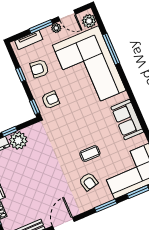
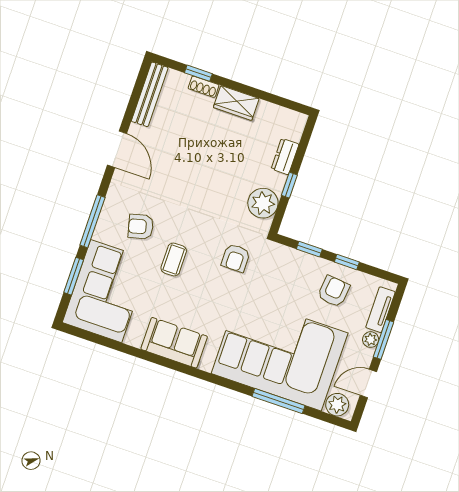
plant: (56, 28) -> (371, 340), moved
armchair: (51, 100) -> (236, 258), moved
window: (35, 107) -> (309, 249), moved
plant: (18, 140) -> (263, 203), moved
window: (106, 206) -> (92, 221), width x1.44

